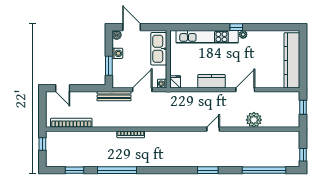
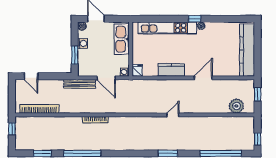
door: (142, 90) -> (106, 78), swing flipped
plant: (254, 120) -> (236, 106), moved

